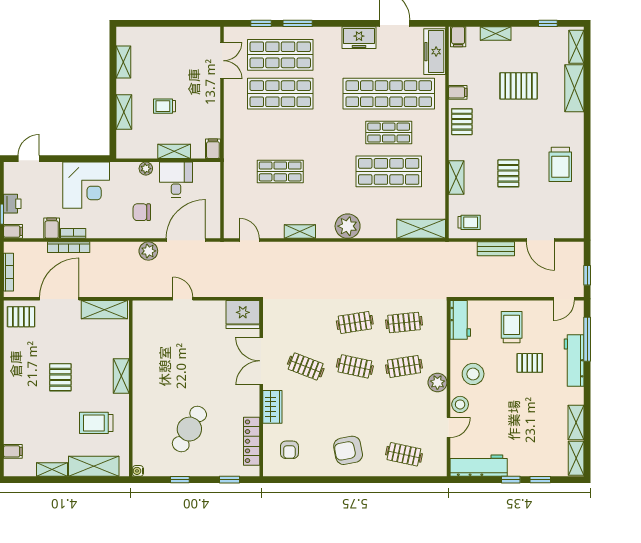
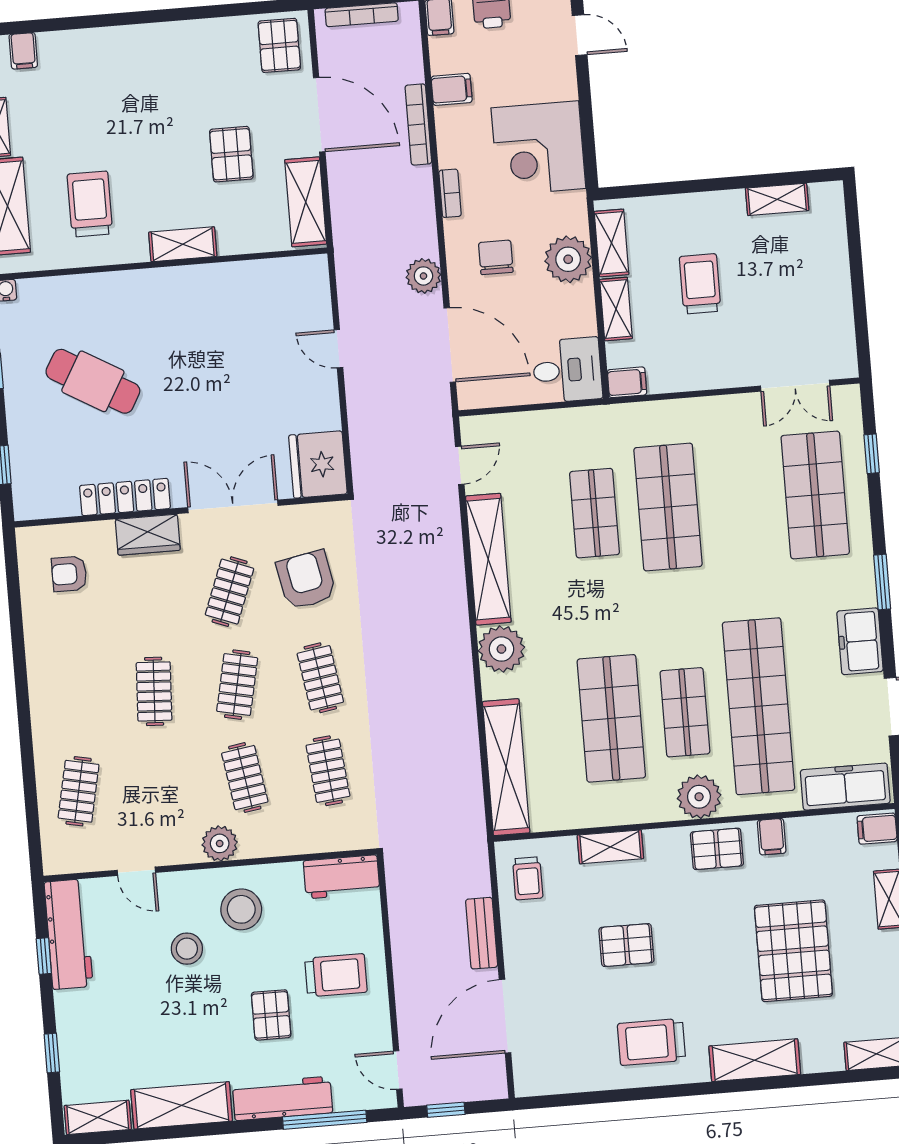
window: (298, 23) -> (882, 582), moved
pallet: (519, 86) -> (793, 951), width x1.37, depth x1.41
shelving: (574, 88) -> (755, 1060), moved
shop shelf: (280, 94) -> (668, 507), moved
trolley: (164, 106) -> (700, 284), width x1.36, depth x1.39
shelving: (124, 112) -> (612, 243), moved, turned 90
plant: (434, 129) -> (699, 797), added
plant: (146, 169) -> (568, 259), width x1.87, depth x1.87
desk: (176, 180) -> (567, 370), moved
shelving: (421, 229) -> (506, 767), width x1.47
shelving: (300, 231) -> (488, 559), width x2.20, depth x1.33
bookcase: (73, 233) -> (450, 193), moved
door: (540, 240) -> (505, 1016), width x1.36
door: (183, 299) -> (338, 349), swing flipped
pallet: (60, 377) -> (231, 154), moved, turned 90
stool: (460, 404) -> (187, 949), moved
clothes rail: (355, 410) -> (154, 691), added
shelving: (576, 422) -> (182, 1105), width x1.50, depth x1.33
locker: (252, 441) -> (125, 497), moved
armchair: (348, 450) -> (306, 580), moved
window: (511, 480) -> (44, 956), moved

